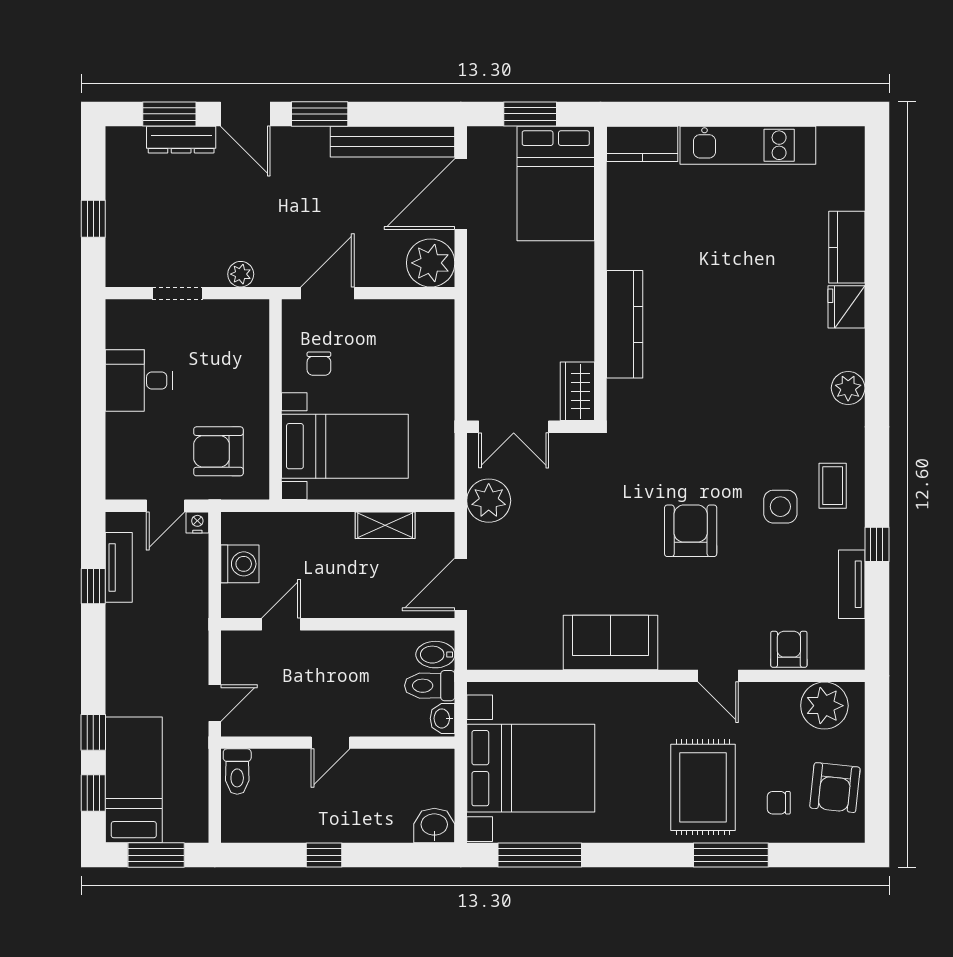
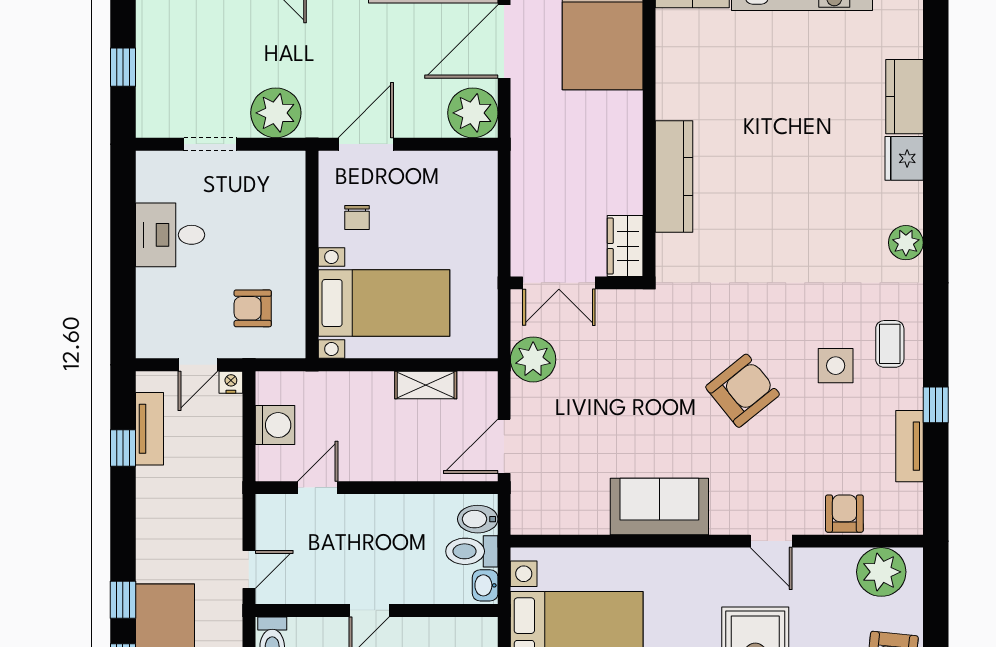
plant: (241, 274) -> (276, 113), width x1.88, depth x1.88
armchair: (218, 451) -> (253, 308), width x0.72, depth x0.72
armchair: (691, 531) -> (743, 391), turned 51

